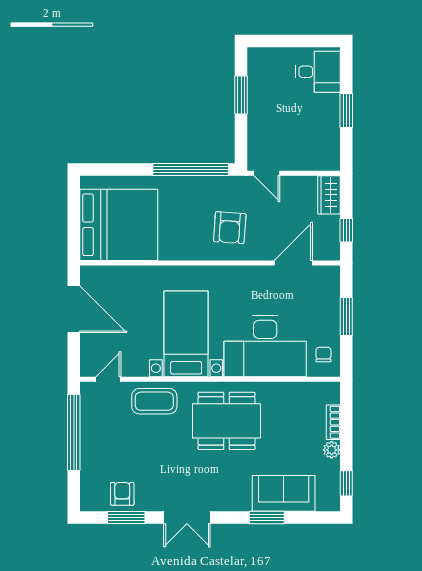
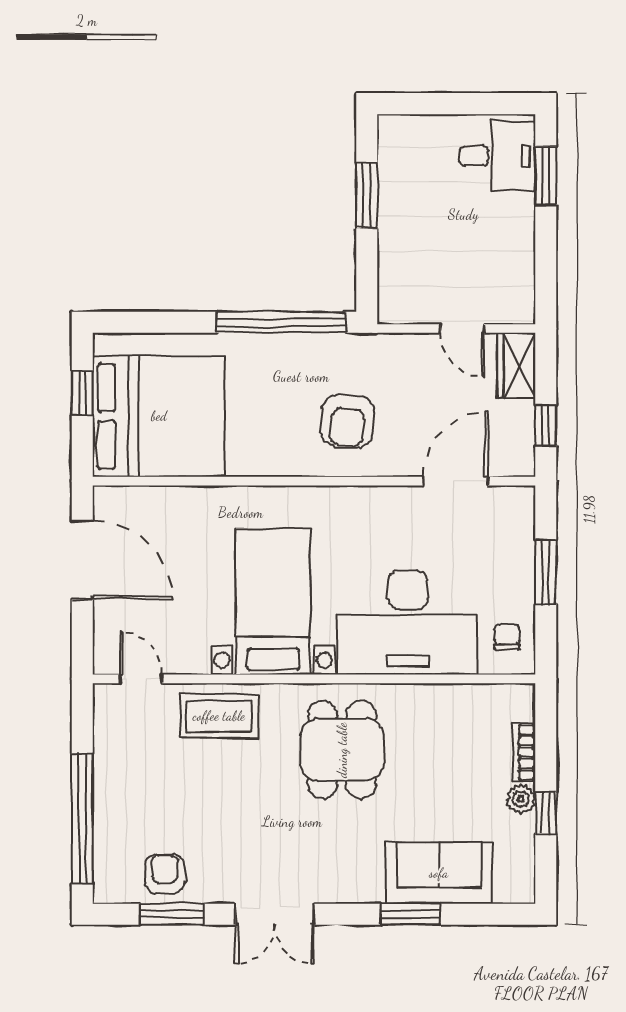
window: (346, 111) -> (546, 176), moved
door: (267, 173) -> (462, 328), moved
window: (74, 211) -> (82, 393), added
door: (108, 379) -> (141, 679), hinge flipped
dining table: (227, 421) -> (342, 750), width x0.73
window: (74, 432) -> (82, 818), moved
window: (346, 483) -> (546, 813), moved

